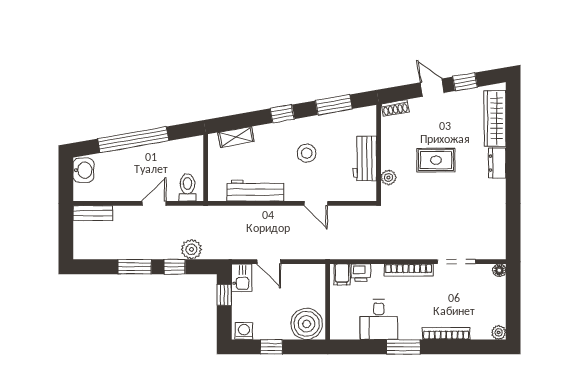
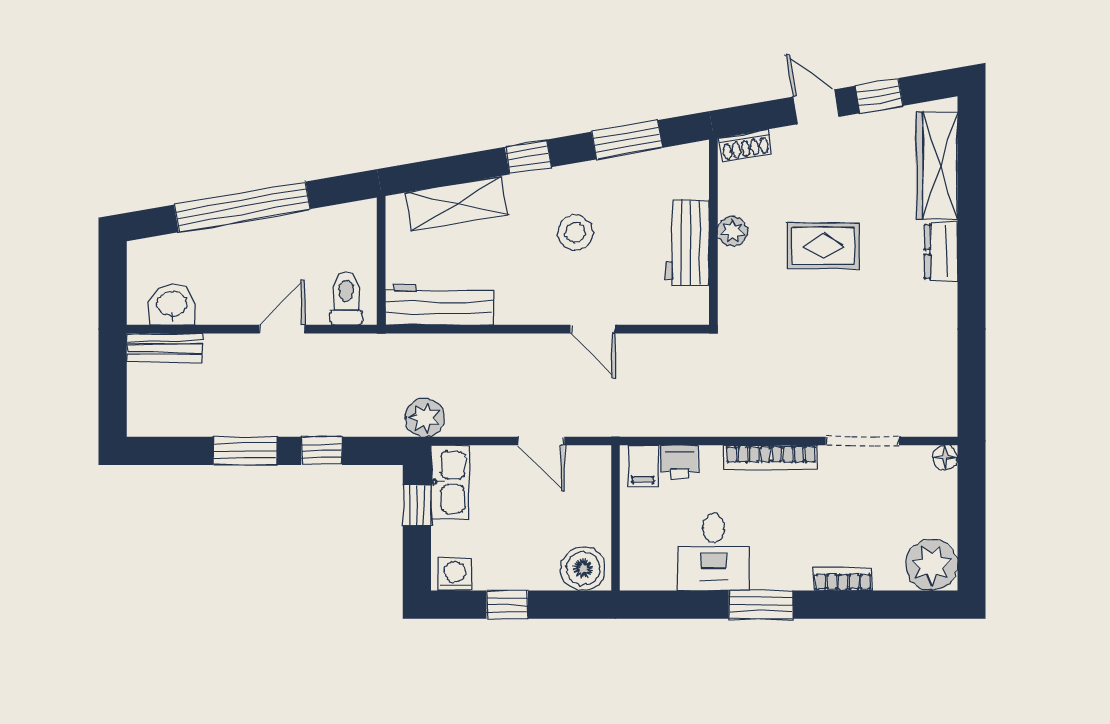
shelving: (236, 137) -> (456, 204), width x1.50, depth x1.33
washbasin: (83, 170) -> (172, 305), moved, turned -90
plant: (388, 178) -> (732, 231), moved
workbench: (255, 191) -> (440, 305), moved
plant: (191, 249) -> (425, 417), moved
door: (269, 262) -> (541, 441), moved
kitchen sink: (242, 278) -> (450, 482), width x1.38
boiler: (307, 324) -> (583, 569), width x0.73, depth x0.73
plant: (499, 332) -> (932, 565), width x1.87, depth x1.87
bookcase: (446, 334) -> (843, 579), width x0.64

